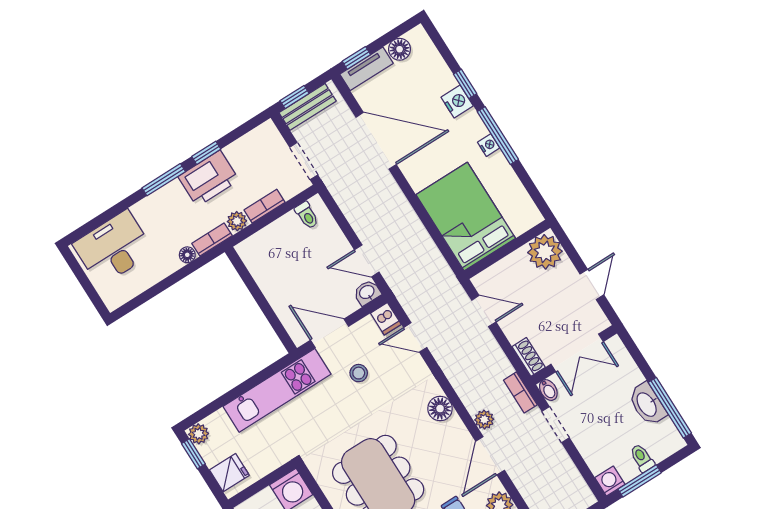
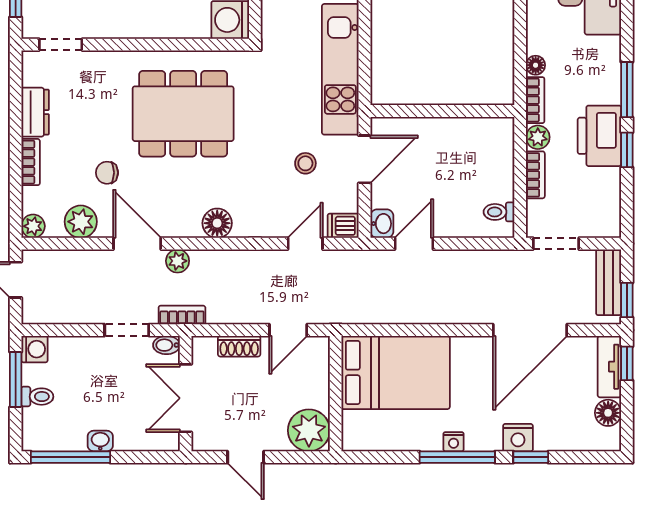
window: (295, 97) -> (627, 300), moved
shoe rack: (529, 357) -> (239, 346), moved
washbasin: (647, 404) -> (100, 441), width x0.52, depth x0.69

